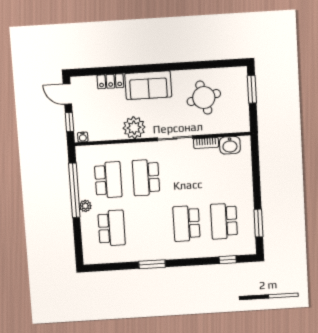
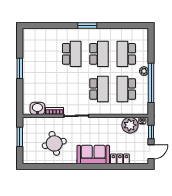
window: (252, 89) -> (20, 137), moved
door: (67, 94) -> (151, 152), hinge flipped
plant: (134, 128) -> (130, 125), moved
school desk: (224, 221) -> (99, 54), moved
window: (258, 223) -> (20, 68), moved
window: (228, 260) -> (43, 26), removed
window: (152, 264) -> (87, 26), moved

